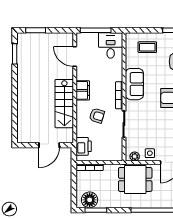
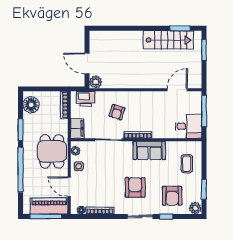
filing cabinet: (83, 90) -> (77, 128), moved, turned -90
stairs: (64, 104) -> (168, 40), moved, turned 180
plant: (67, 137) -> (96, 82), added
window: (96, 210) -> (21, 130), moved

